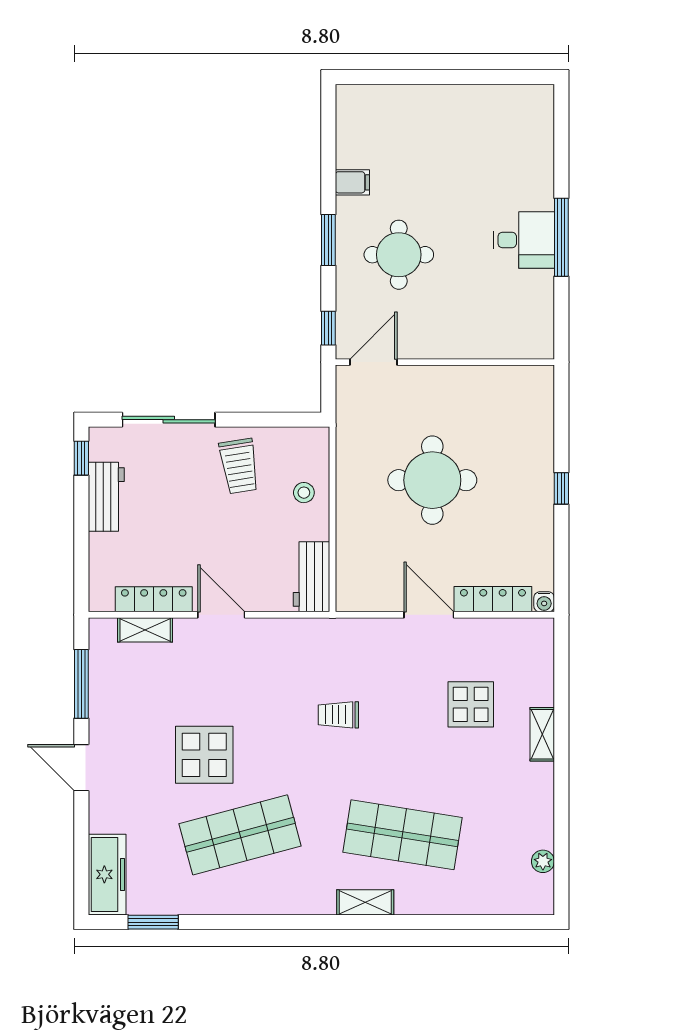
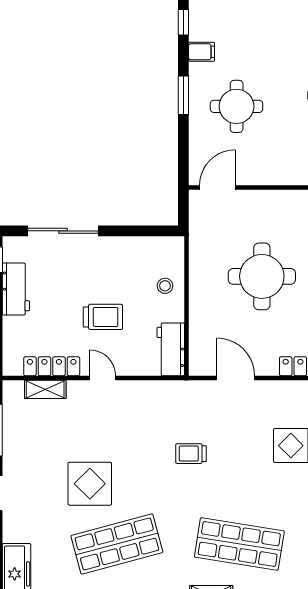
window: (328, 328) -> (183, 22), moved
trolley: (239, 466) -> (103, 317), moved, turned -81
door: (221, 615) -> (103, 378), width x0.73
door: (429, 615) -> (236, 378), moved

